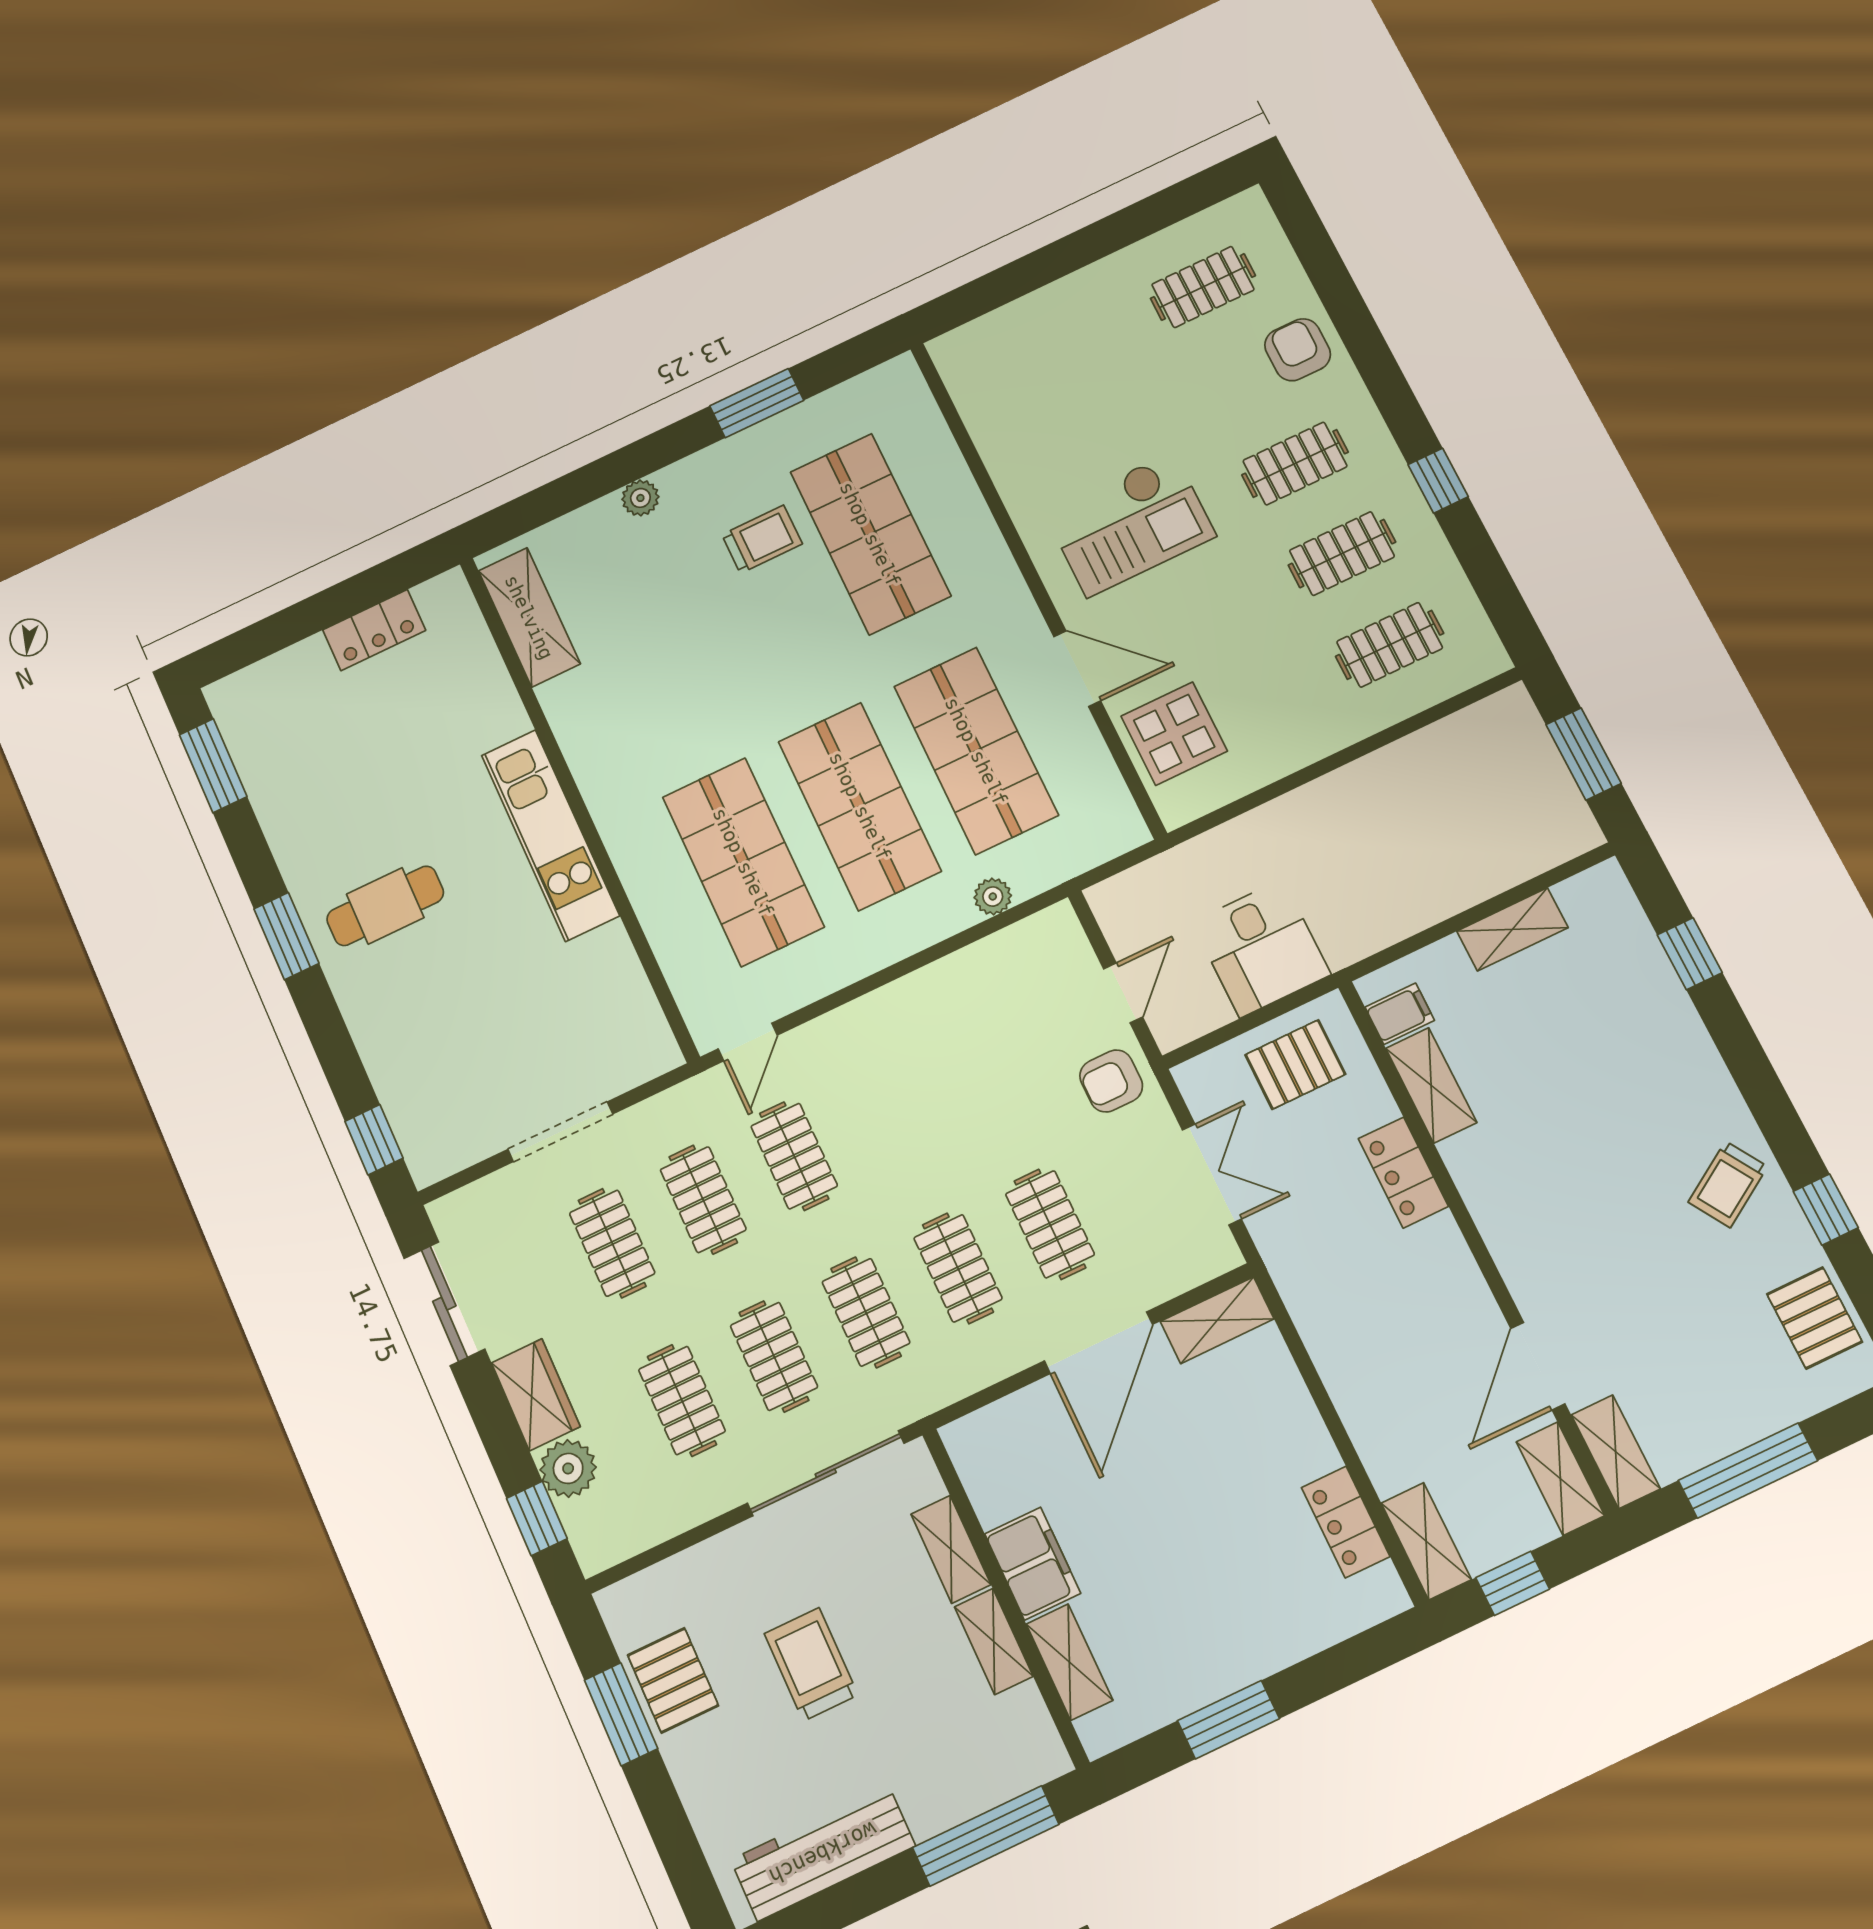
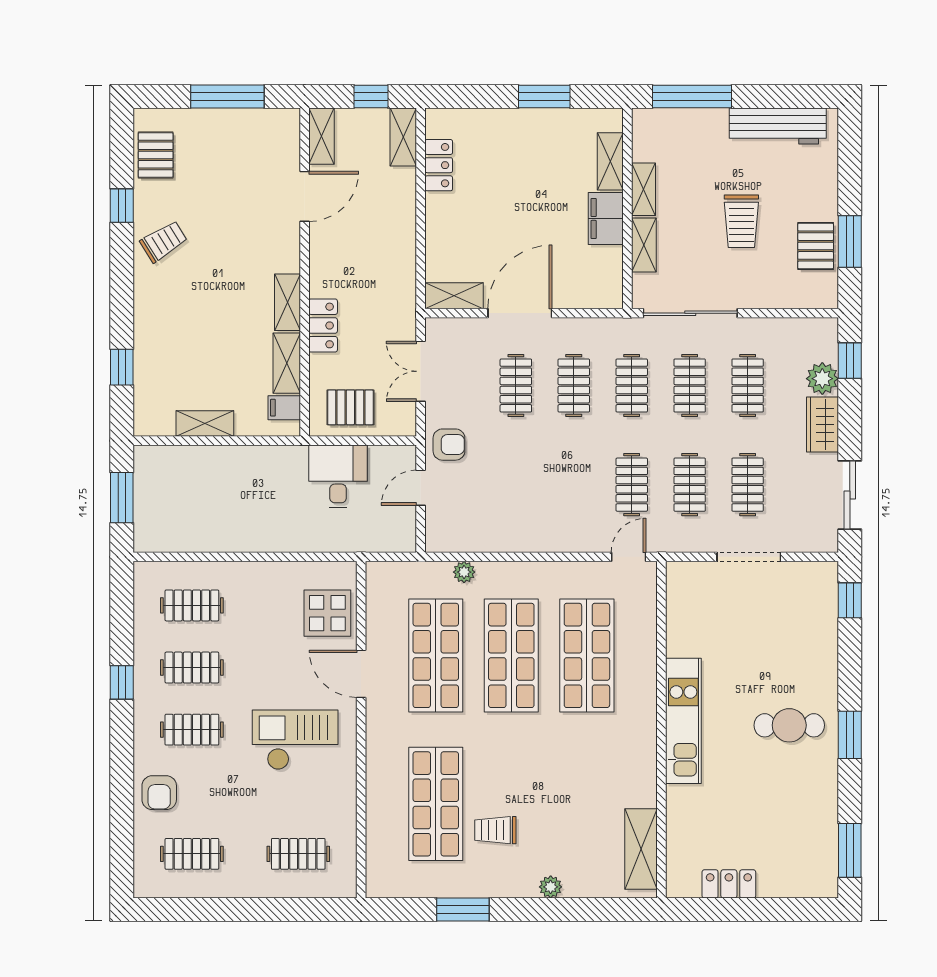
clothes rail: (1043, 363) -> (298, 854), added
shelving: (1616, 1452) -> (288, 302), moved

